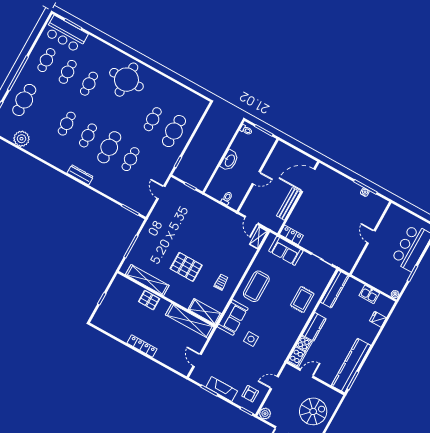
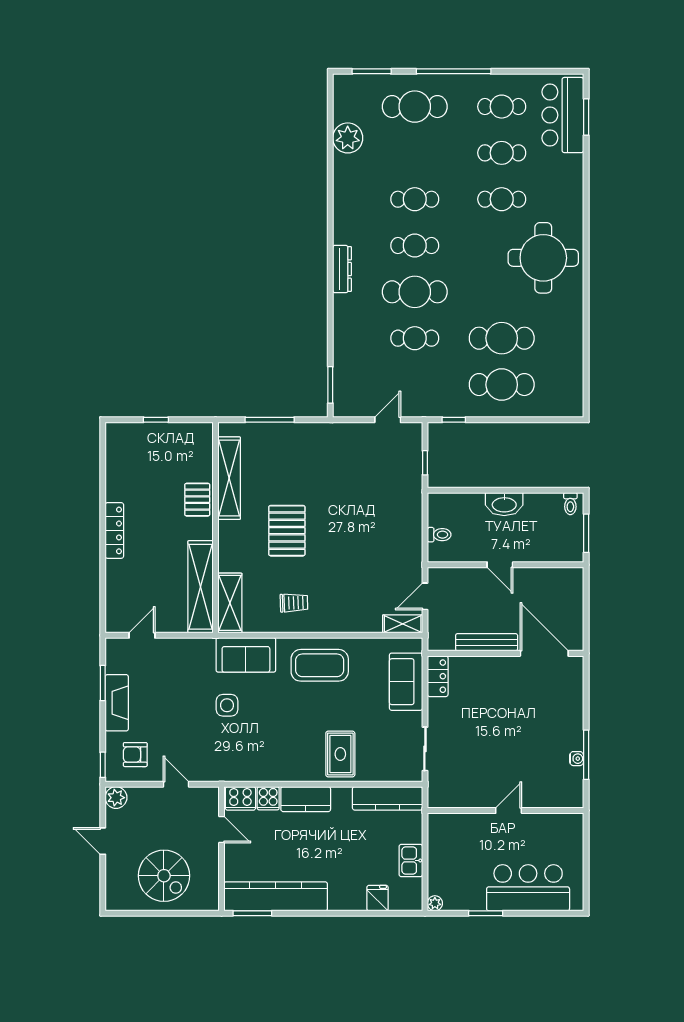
cafe table: (153, 119) -> (502, 338), width x1.37, depth x1.35
rug: (302, 299) -> (340, 754), turned 90

